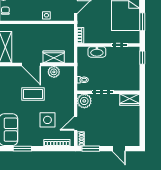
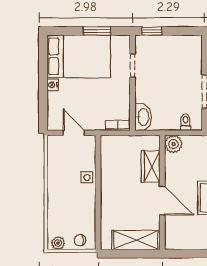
washbasin: (97, 52) -> (143, 117), moved
door: (31, 65) -> (162, 201), hinge flipped
plant: (54, 72) -> (173, 144), moved

